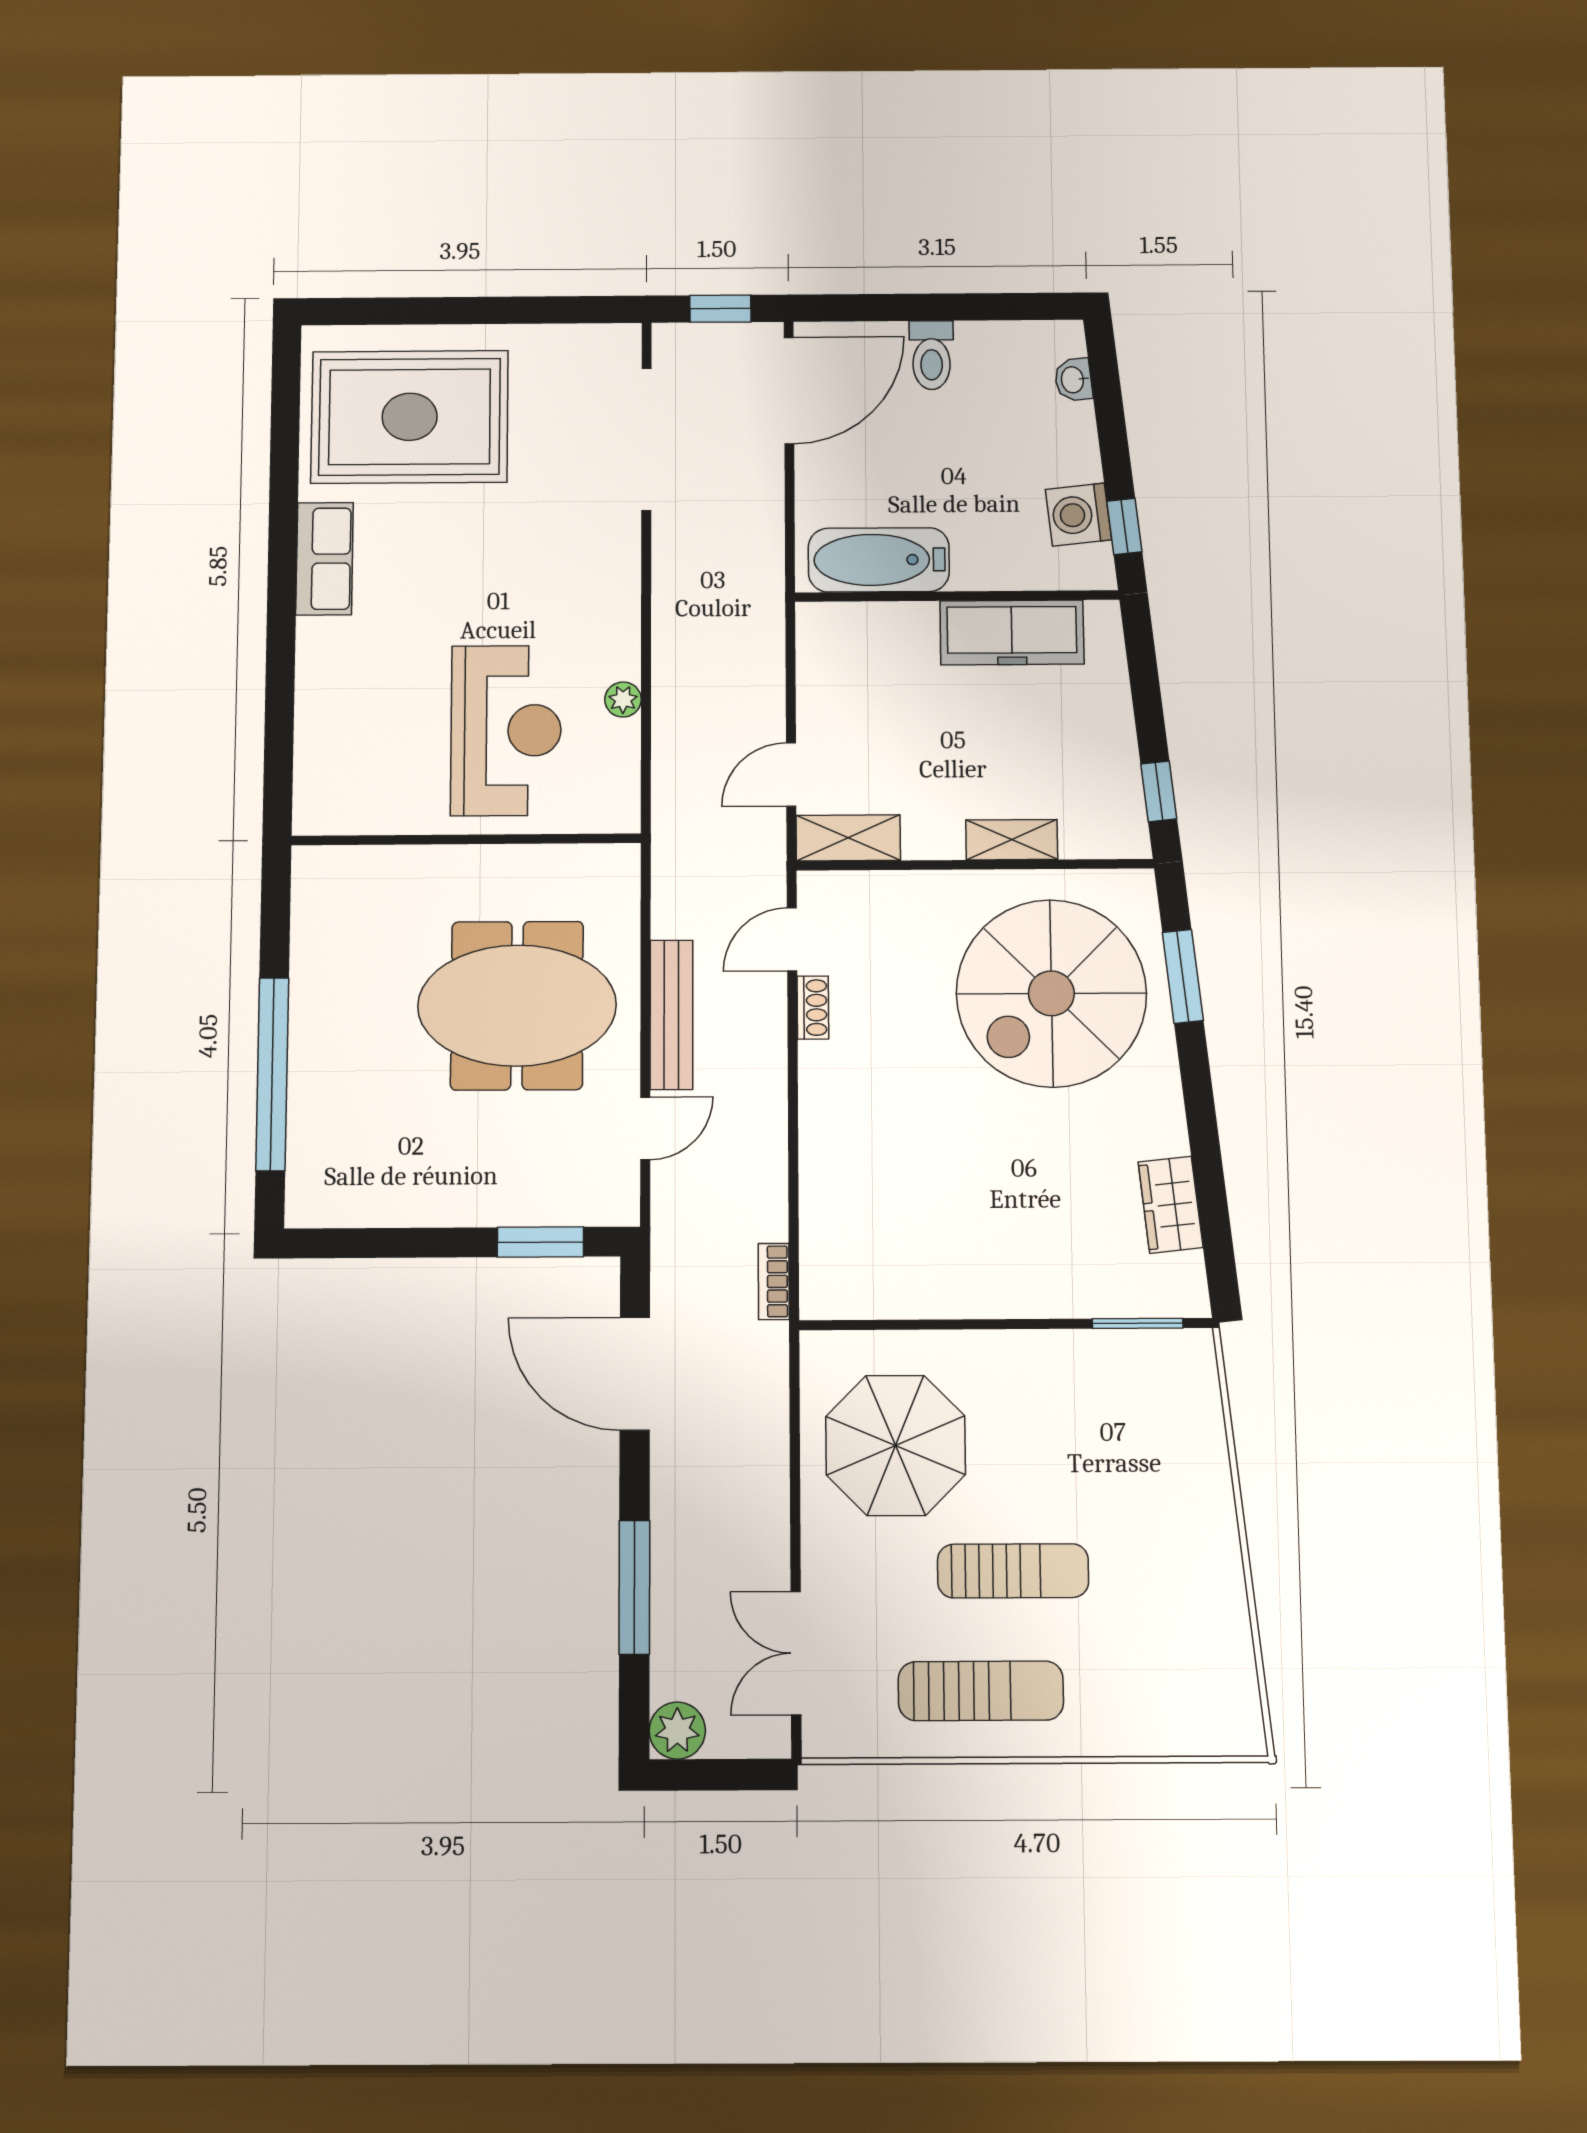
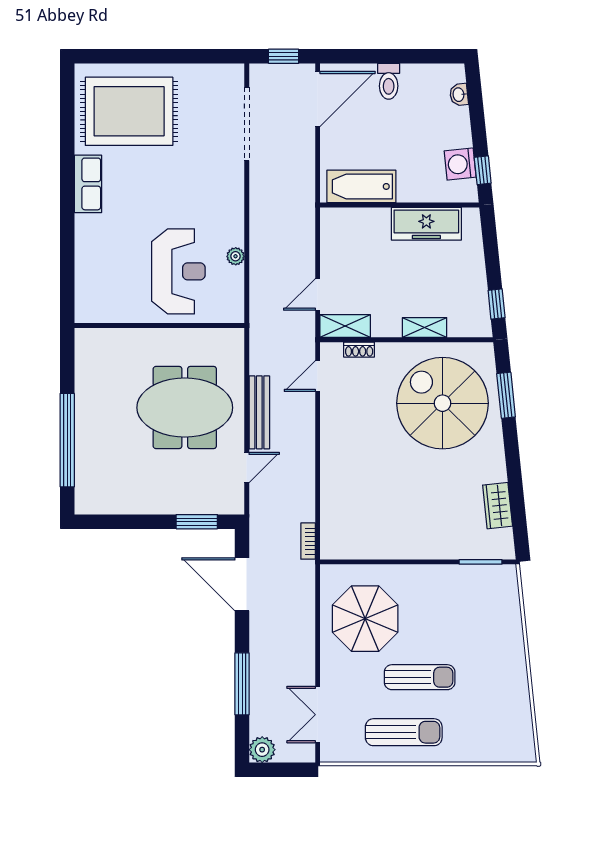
spiral stairs: (1051, 993) -> (442, 403), turned 90
shoe rack: (813, 1008) -> (359, 350), moved, turned 90

